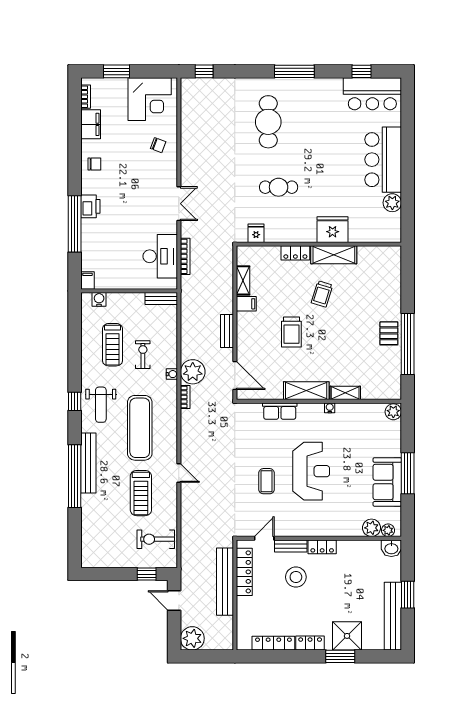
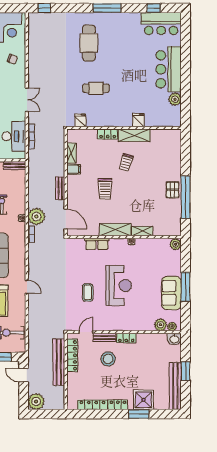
fridge: (333, 230) -> (138, 120), width x0.53, depth x0.75

